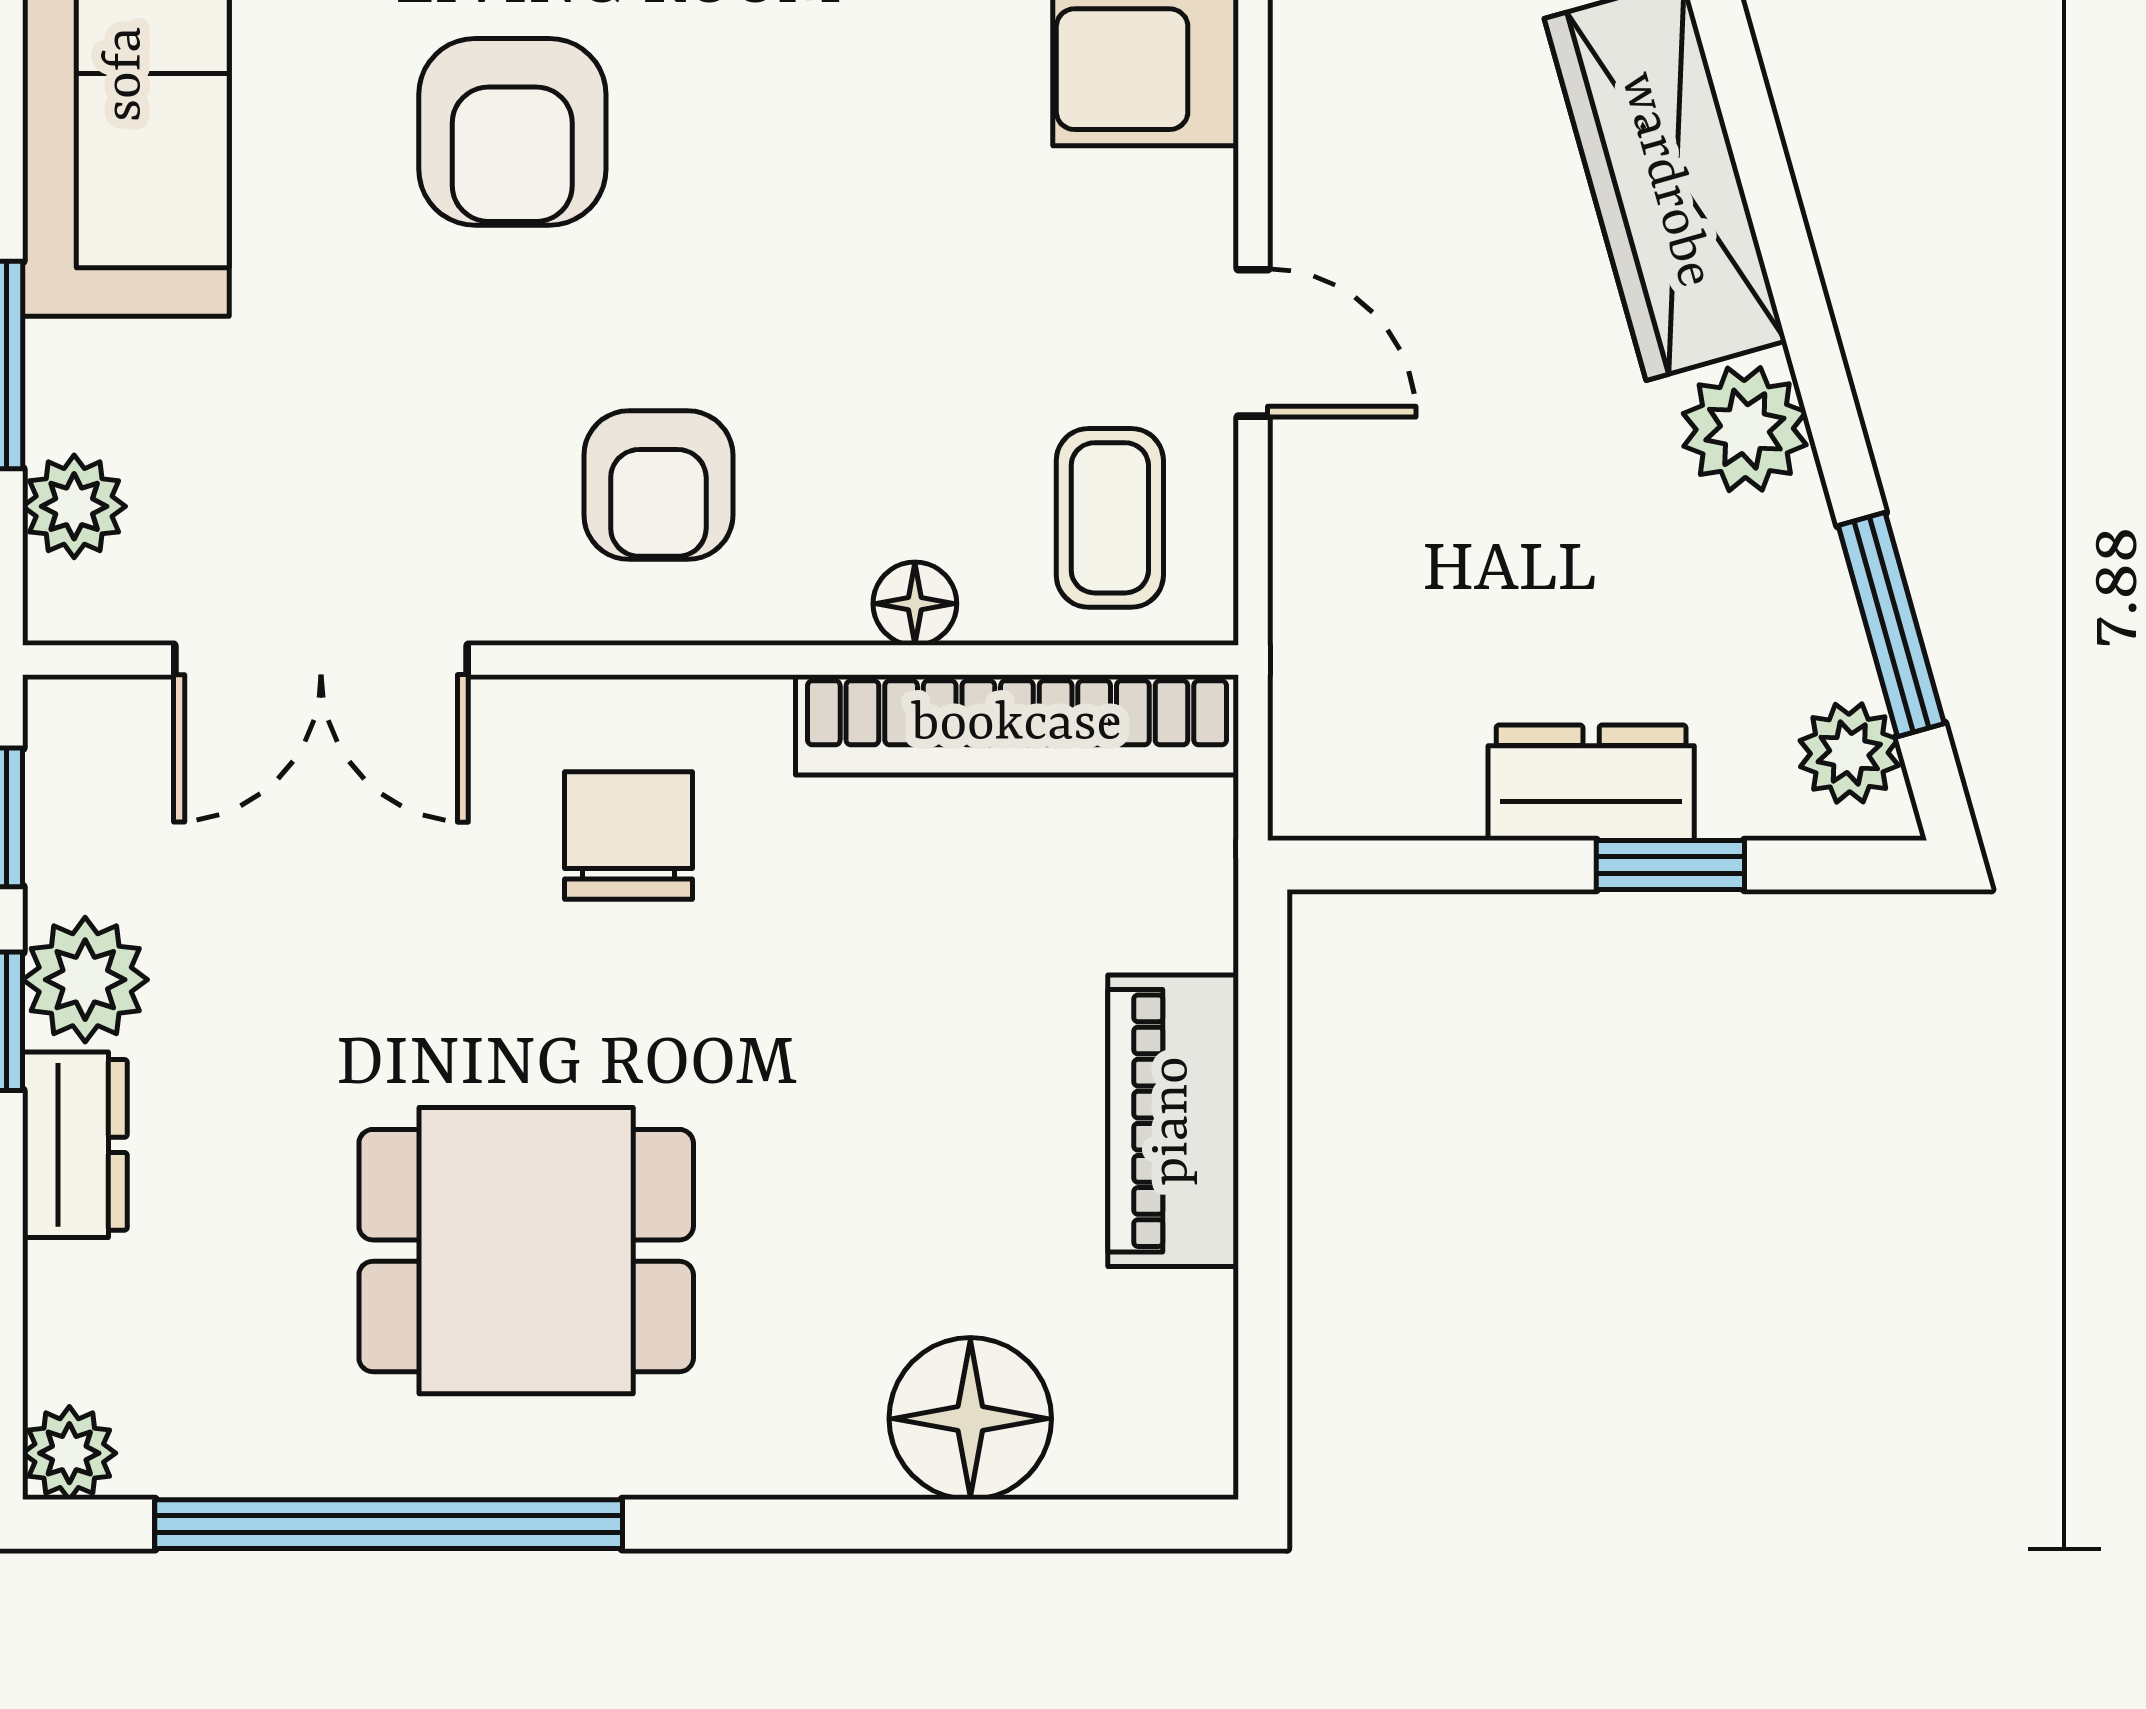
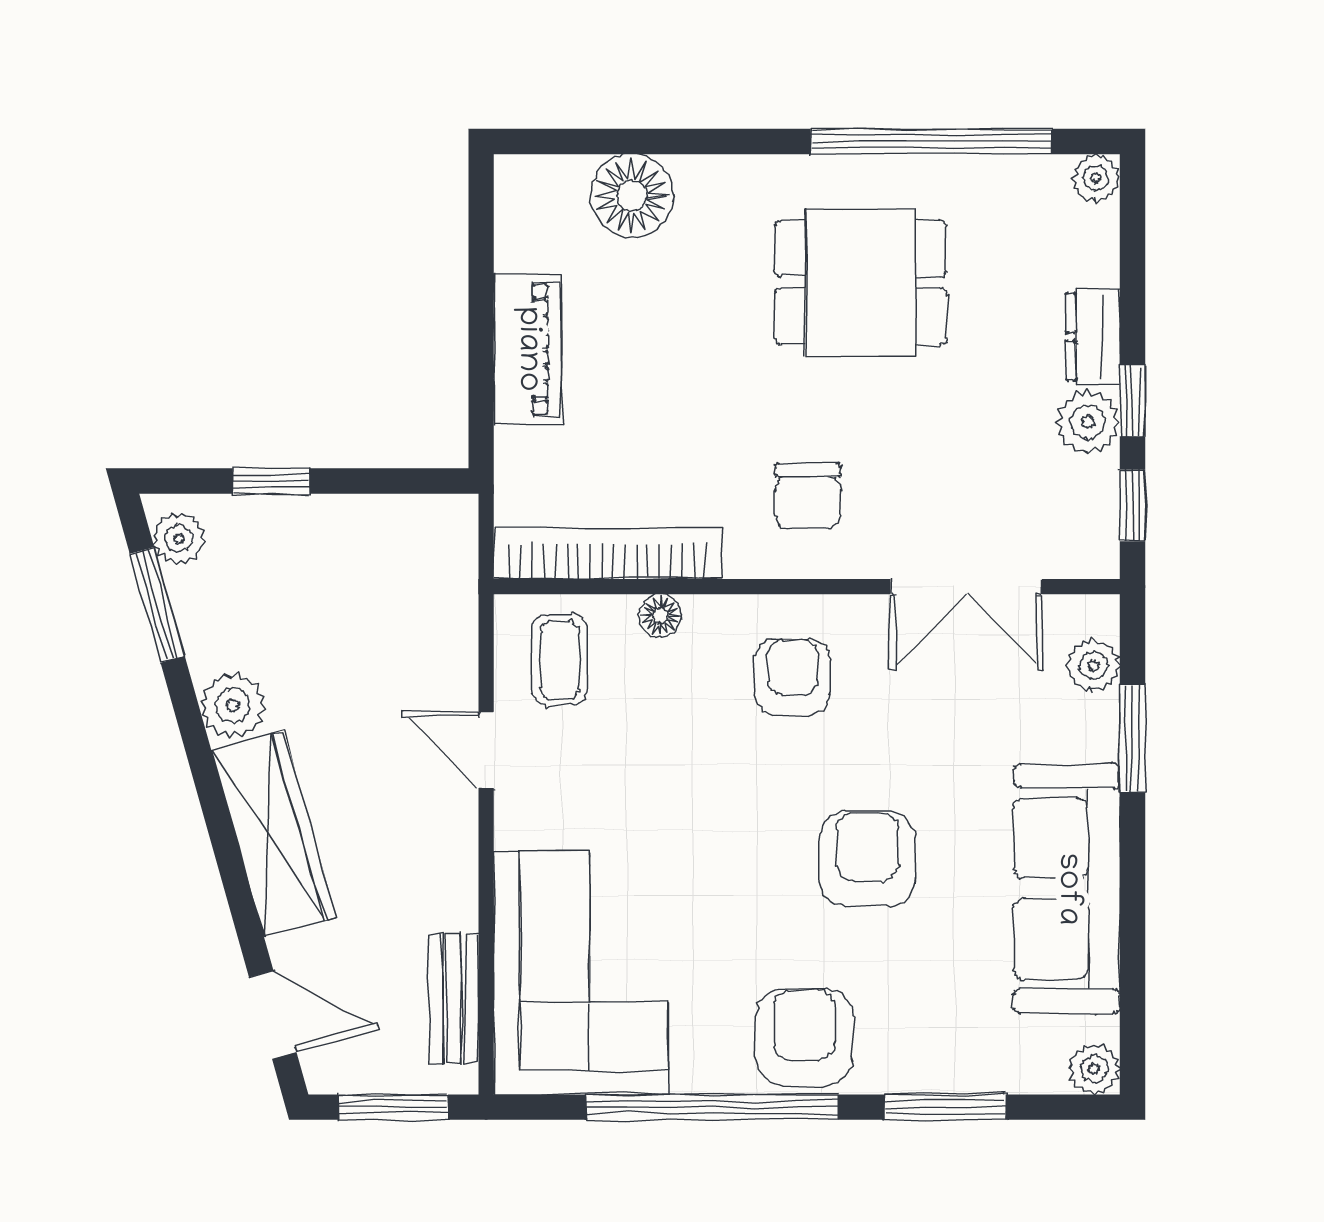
double door: (321, 660) -> (966, 587), swing flipped
dresser: (1591, 783) -> (312, 523), removed

